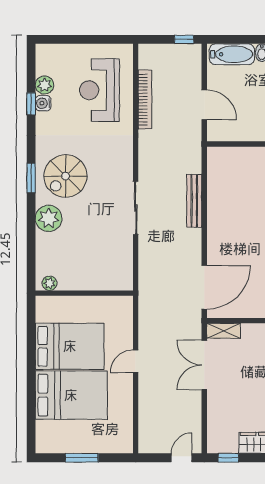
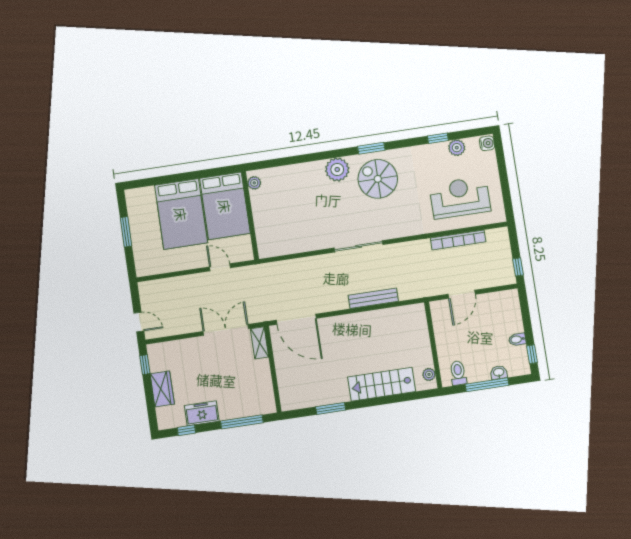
bathtub: (232, 54) -> (511, 312), removed
water cooler: (43, 103) -> (487, 143), moved, turned 90
plant: (49, 283) -> (254, 183), moved
wall: (84, 293) -> (250, 215), moved

